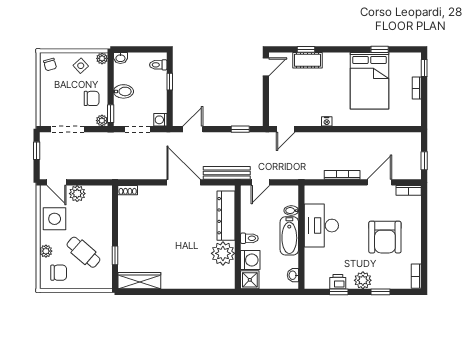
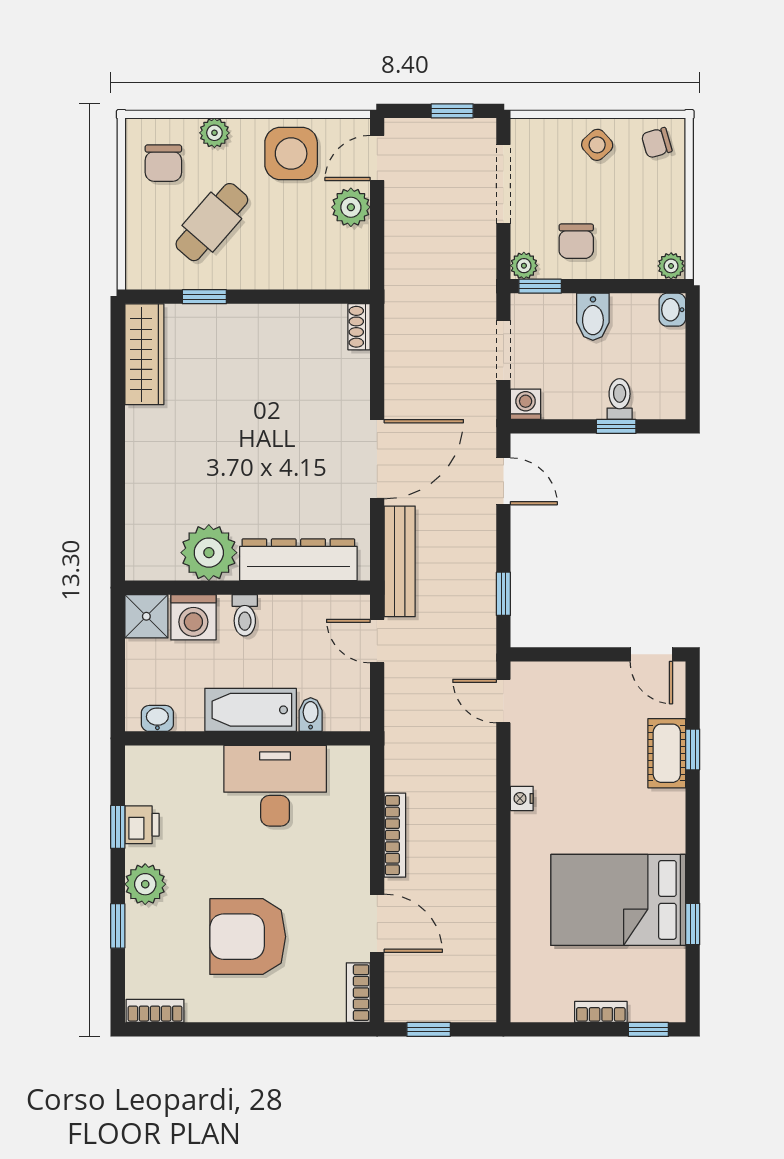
toilet: (158, 65) -> (620, 399), moved
side table: (81, 66) -> (597, 145), moved

